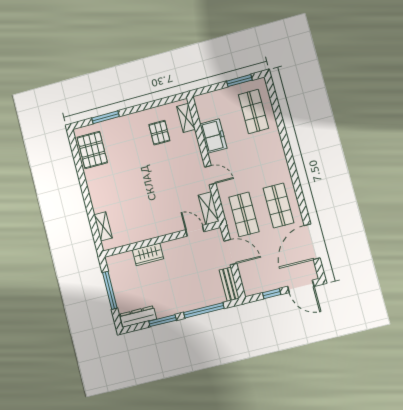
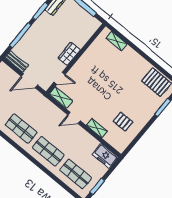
shelving: (186, 118) -> (97, 128), moved
freezer: (213, 136) -> (105, 156), moved
shop shelf: (244, 214) -> (48, 151), moved
wardrobe: (148, 254) -> (69, 54), moved

